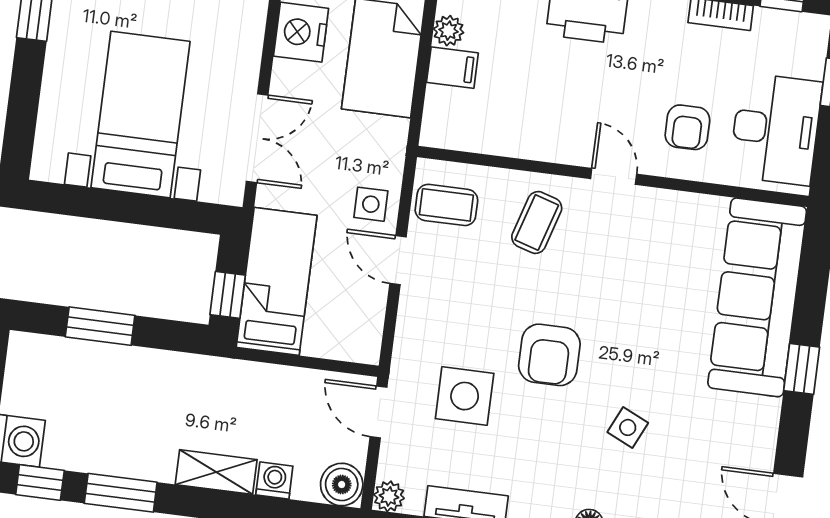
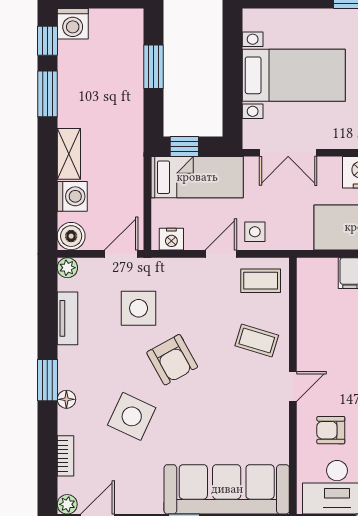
coffee table: (446, 205) -> (261, 281), turned 90
nightstand: (366, 333) -> (171, 239), added
armchair: (549, 355) -> (172, 360), turned -119
side table: (628, 427) -> (132, 416), width x1.87, depth x1.87
washing machine: (274, 480) -> (72, 196), width x1.38, depth x1.38

